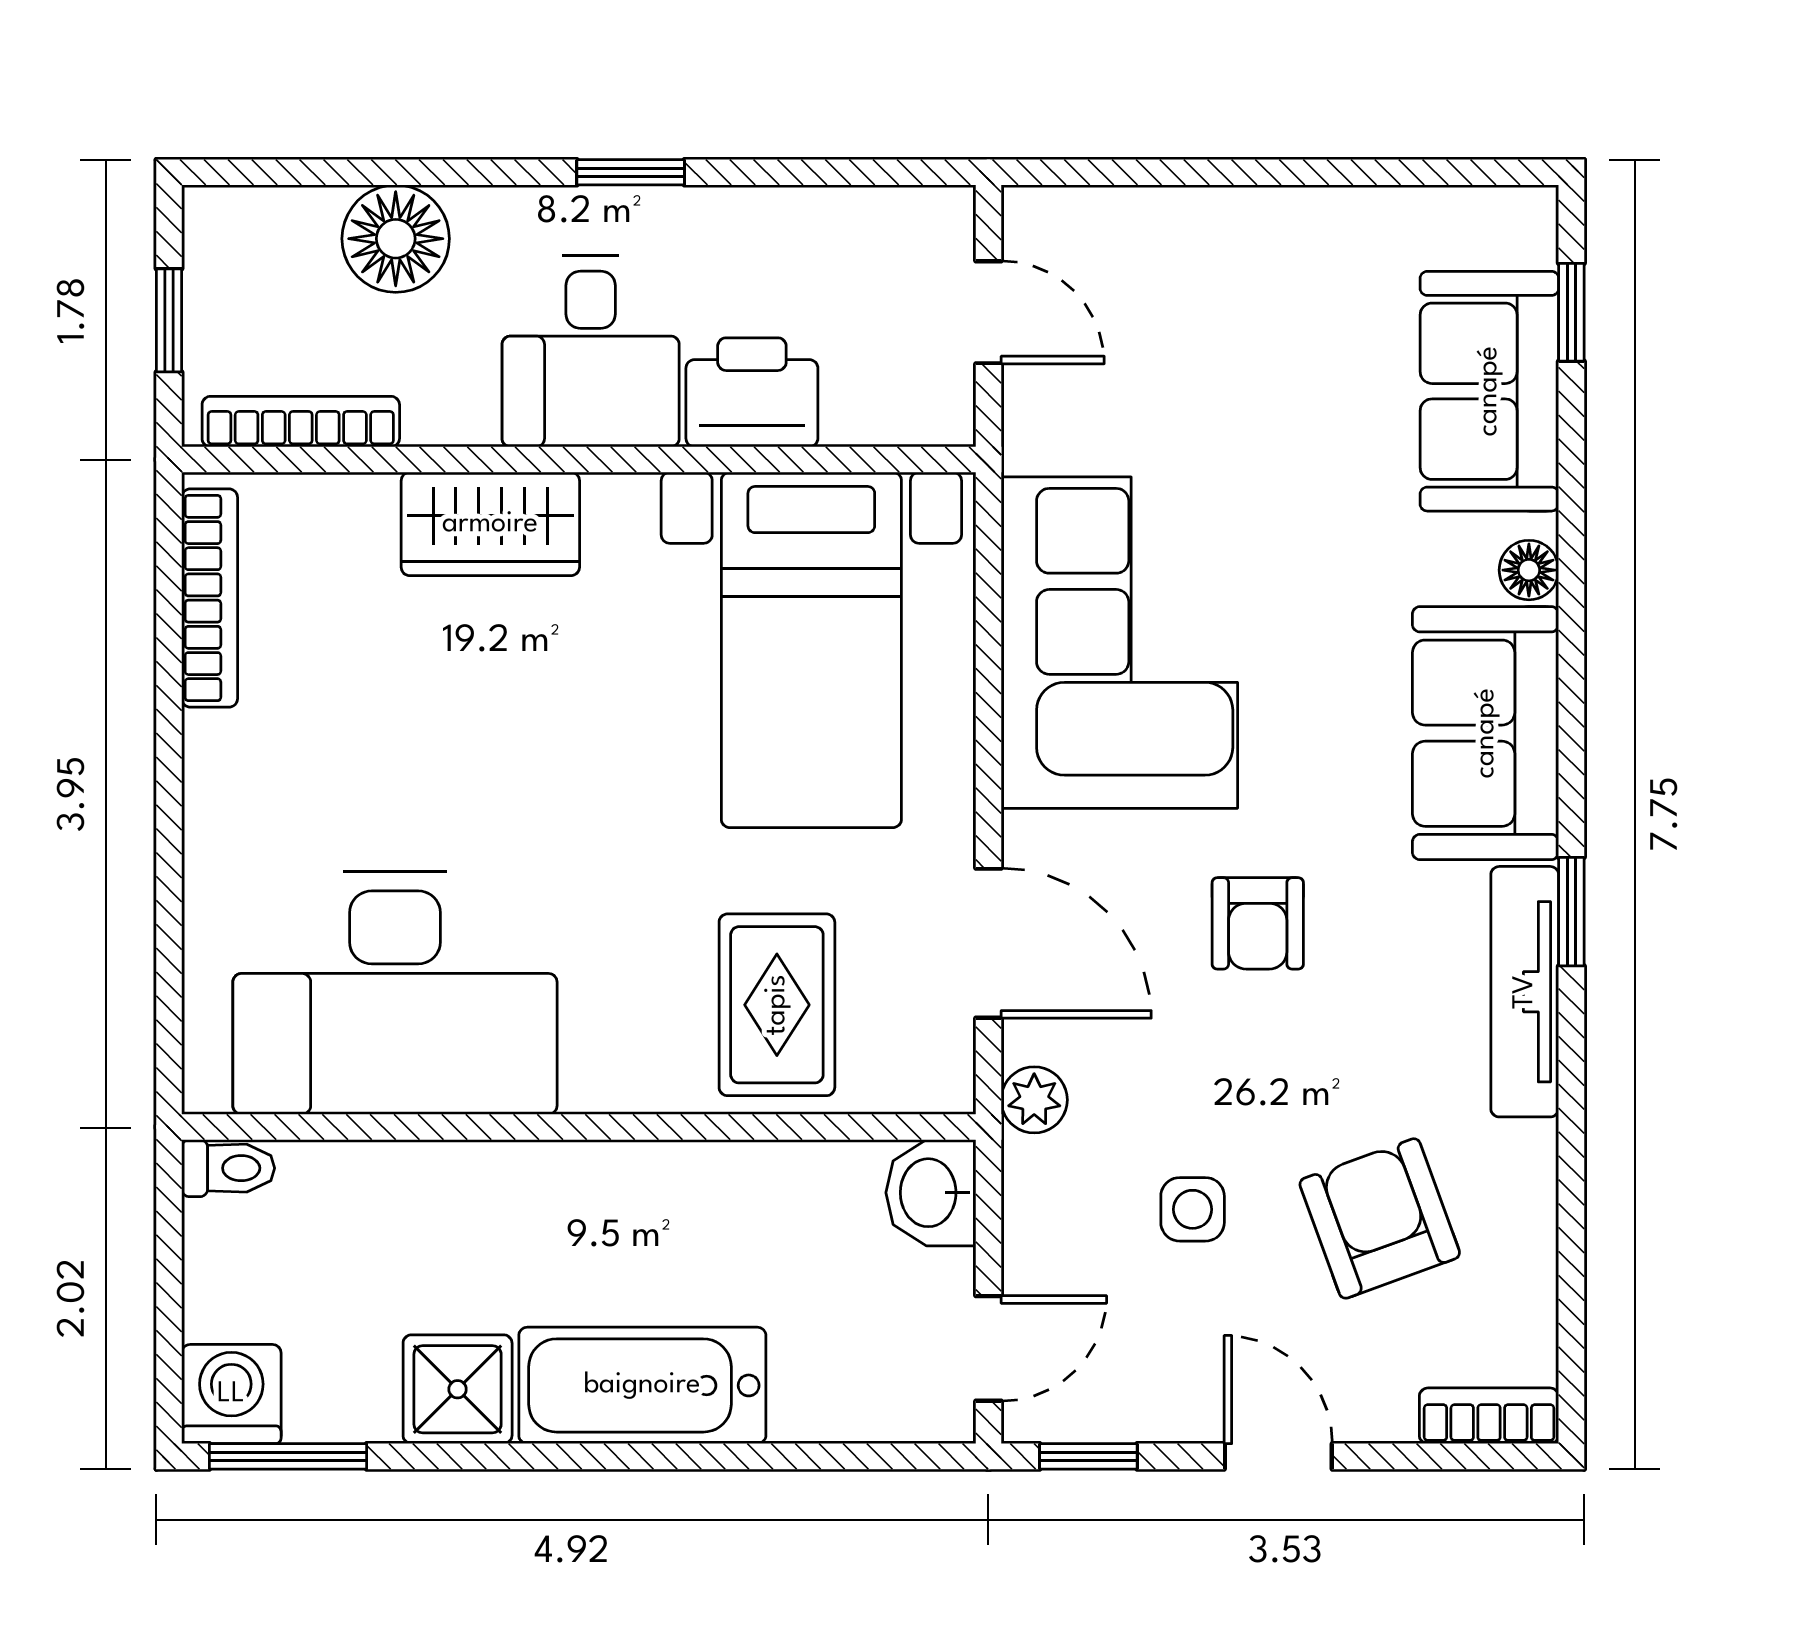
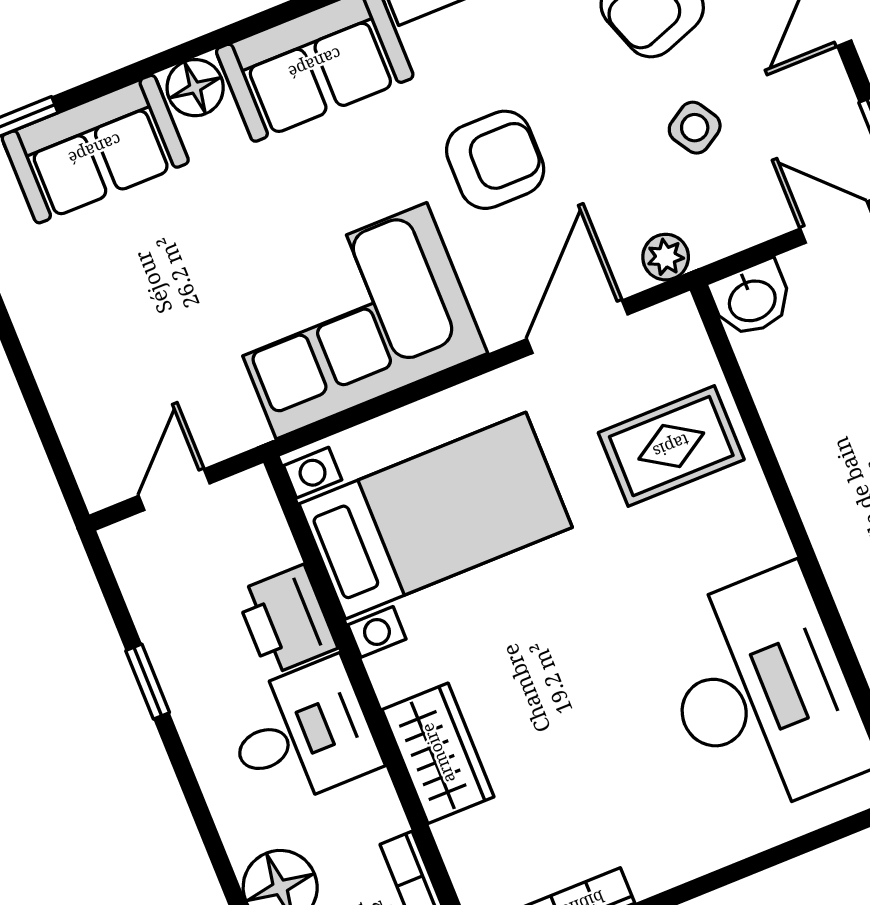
window: (631, 172) -> (148, 682), moved
floor lamp: (1529, 570) -> (195, 88), width x1.37, depth x1.37
armchair: (1258, 923) -> (495, 160), width x1.38, depth x1.38
side table: (1193, 1209) -> (695, 128), turned -32

